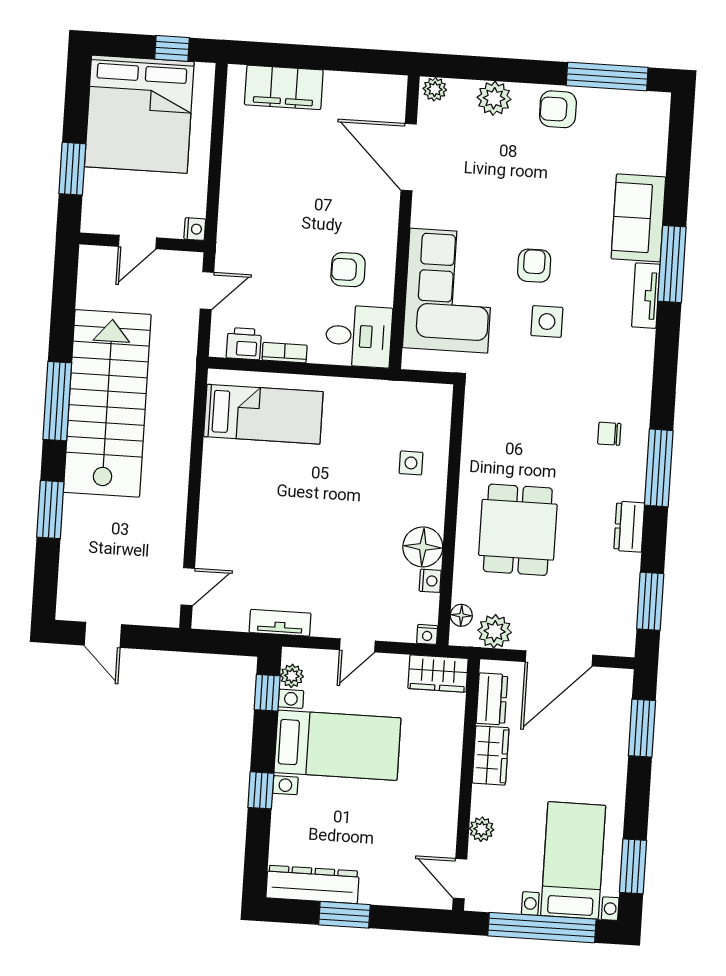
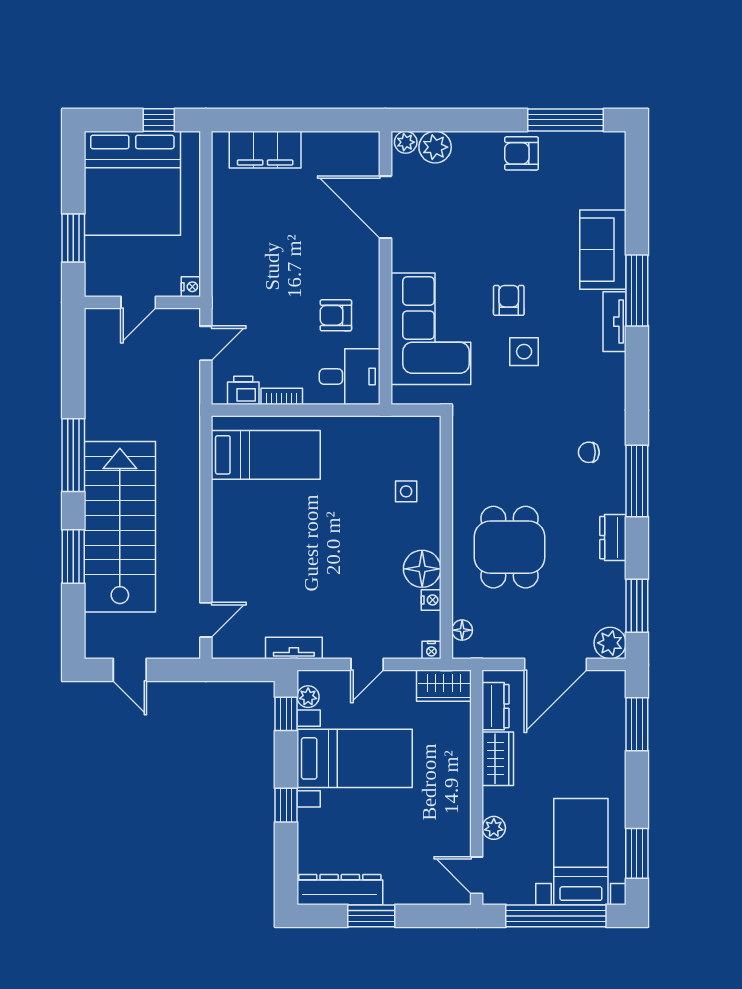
plant: (494, 98) -> (435, 147), moved
stairs: (107, 403) -> (120, 527), moved
plant: (495, 631) -> (610, 643), moved

